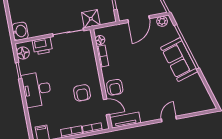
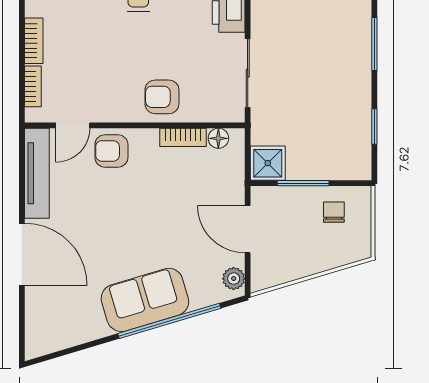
shower: (91, 19) -> (268, 163), moved
armchair: (82, 93) -> (162, 97), moved
door: (169, 119) -> (22, 254), width x1.88
tv unit: (125, 120) -> (37, 173), width x1.41

